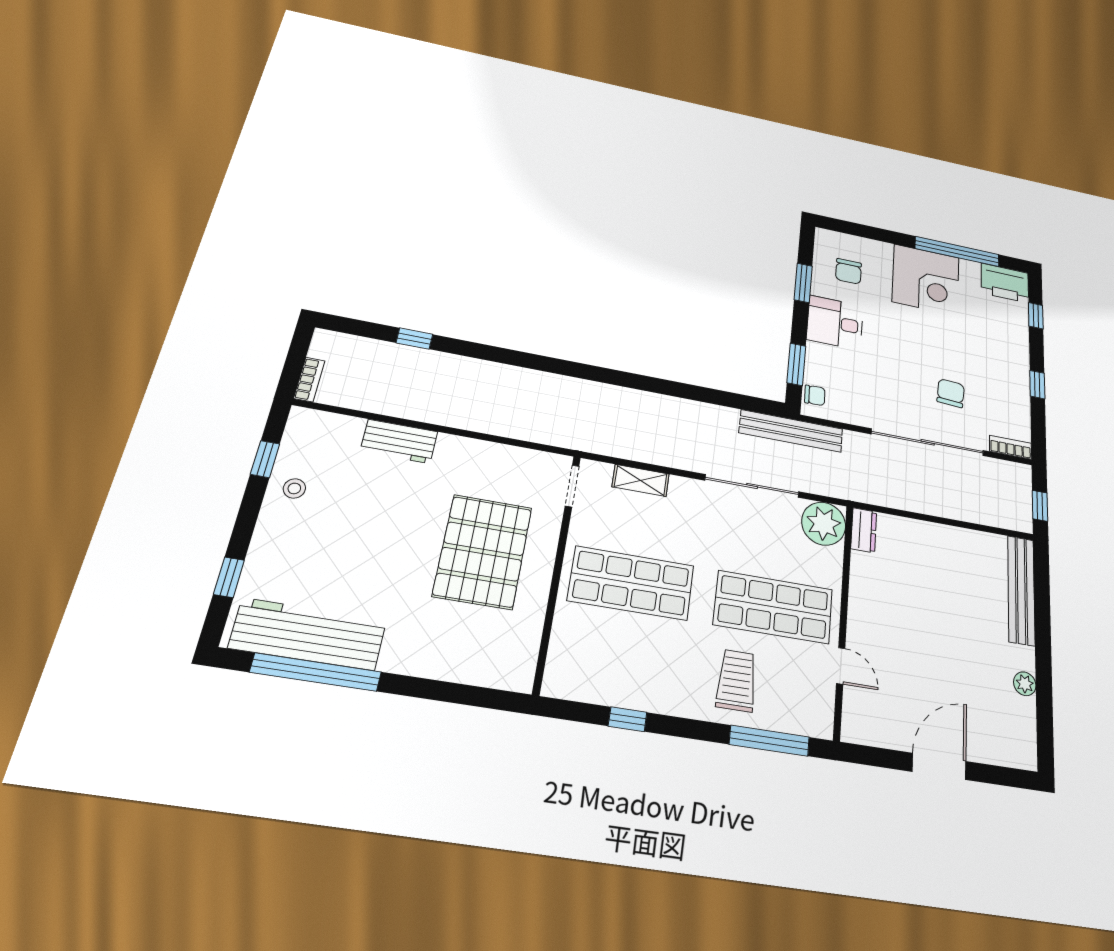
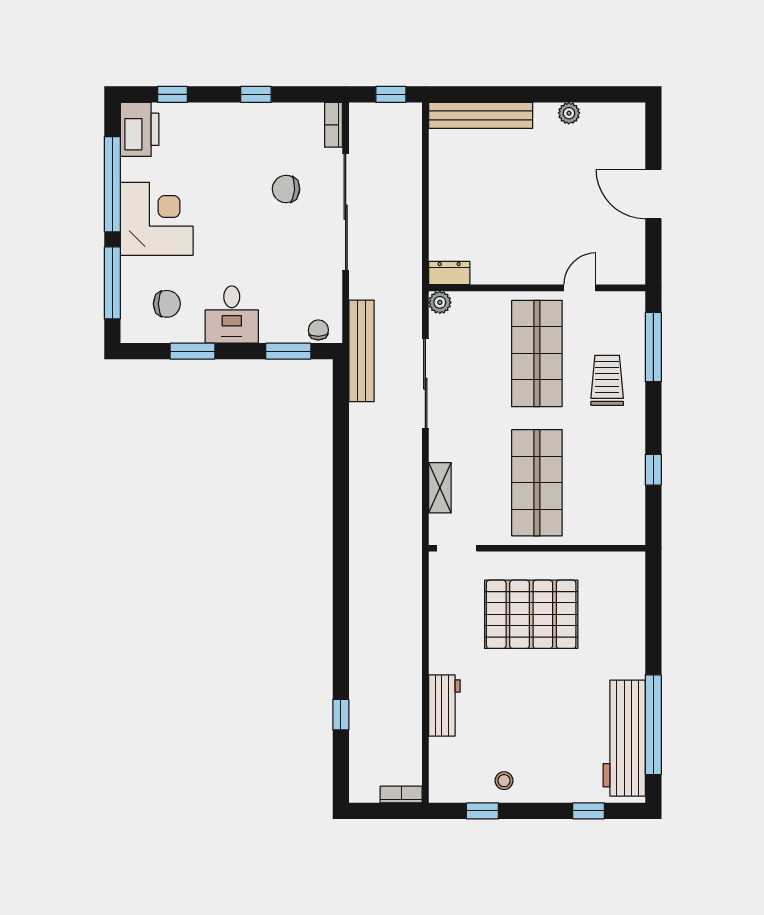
window: (870, 232) -> (112, 283), added
plant: (824, 524) -> (440, 302), width x0.53, depth x0.53
trolley: (737, 680) -> (607, 380), turned 90

